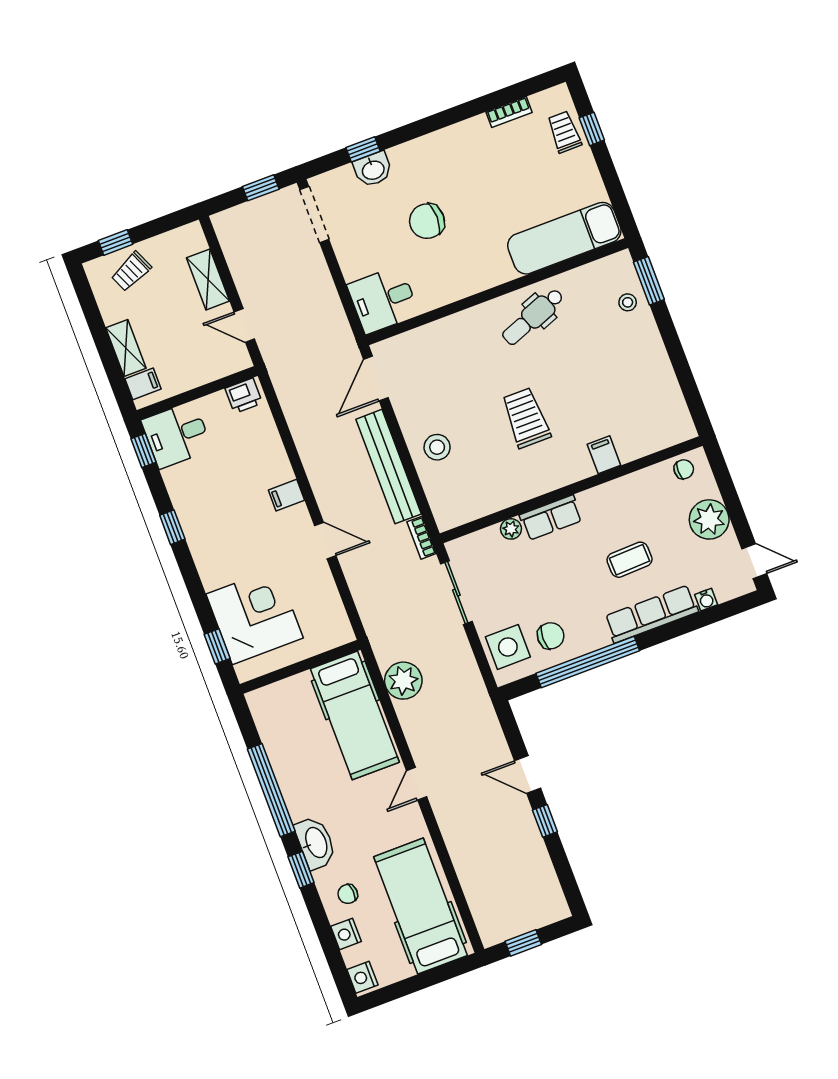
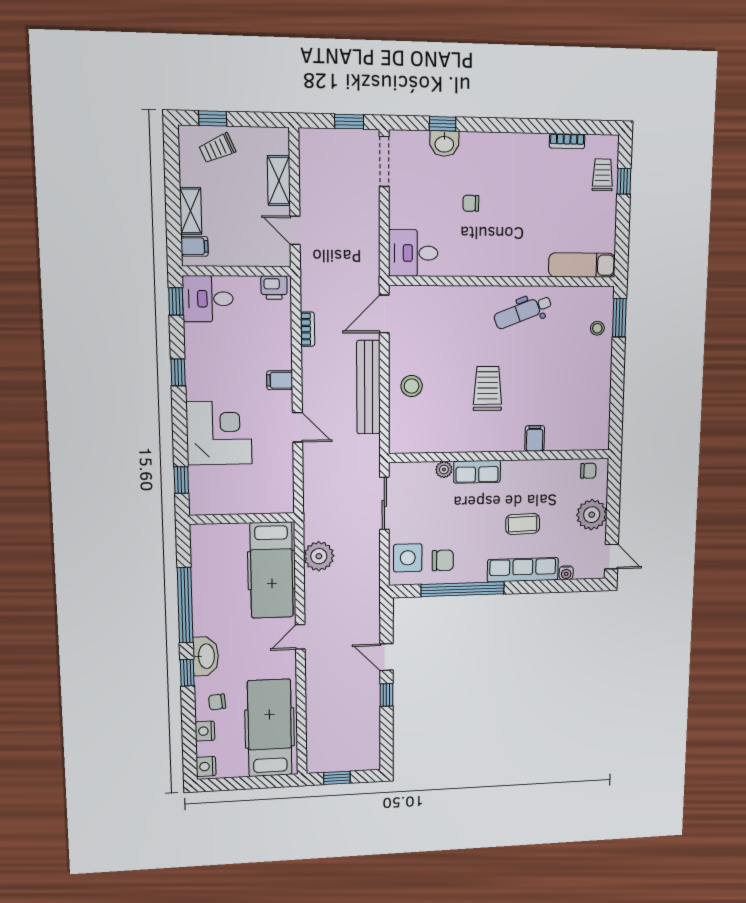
chair: (427, 221) -> (471, 203), width x0.54, depth x0.54
exam couch: (564, 238) -> (582, 265), width x0.73, depth x0.69
bookcase: (422, 538) -> (308, 329), moved, turned 180
corner desk: (255, 616) -> (219, 433), moved

